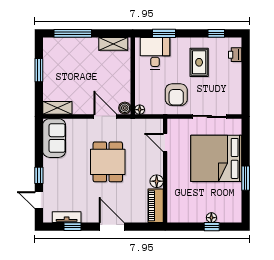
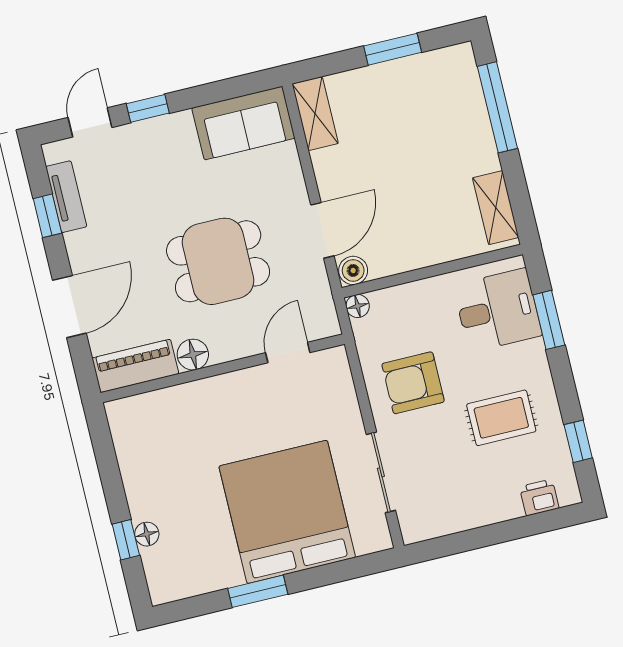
door: (165, 143) -> (288, 353), moved
wall: (165, 171) -> (223, 368), moved
floor lamp: (157, 181) -> (193, 355), moved
piano: (156, 206) -> (135, 366), moved

